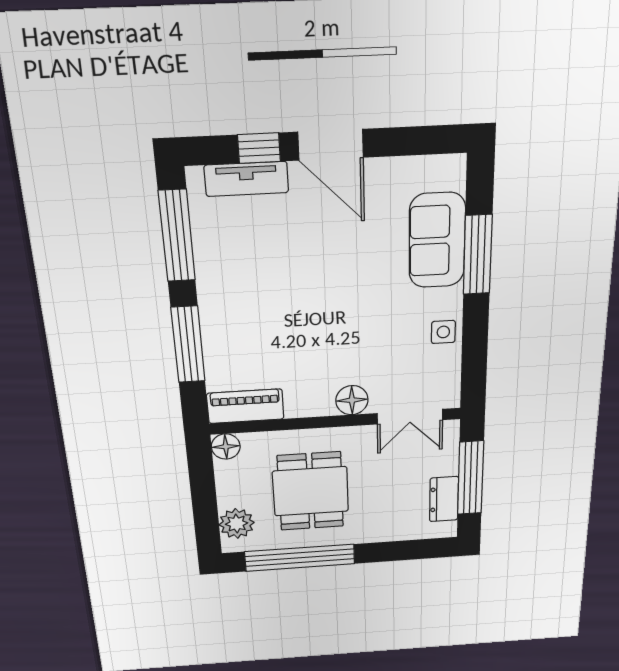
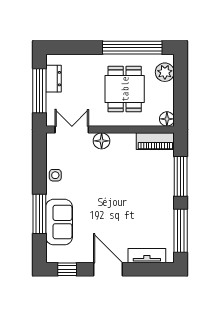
window: (259, 148) -> (67, 269), moved

